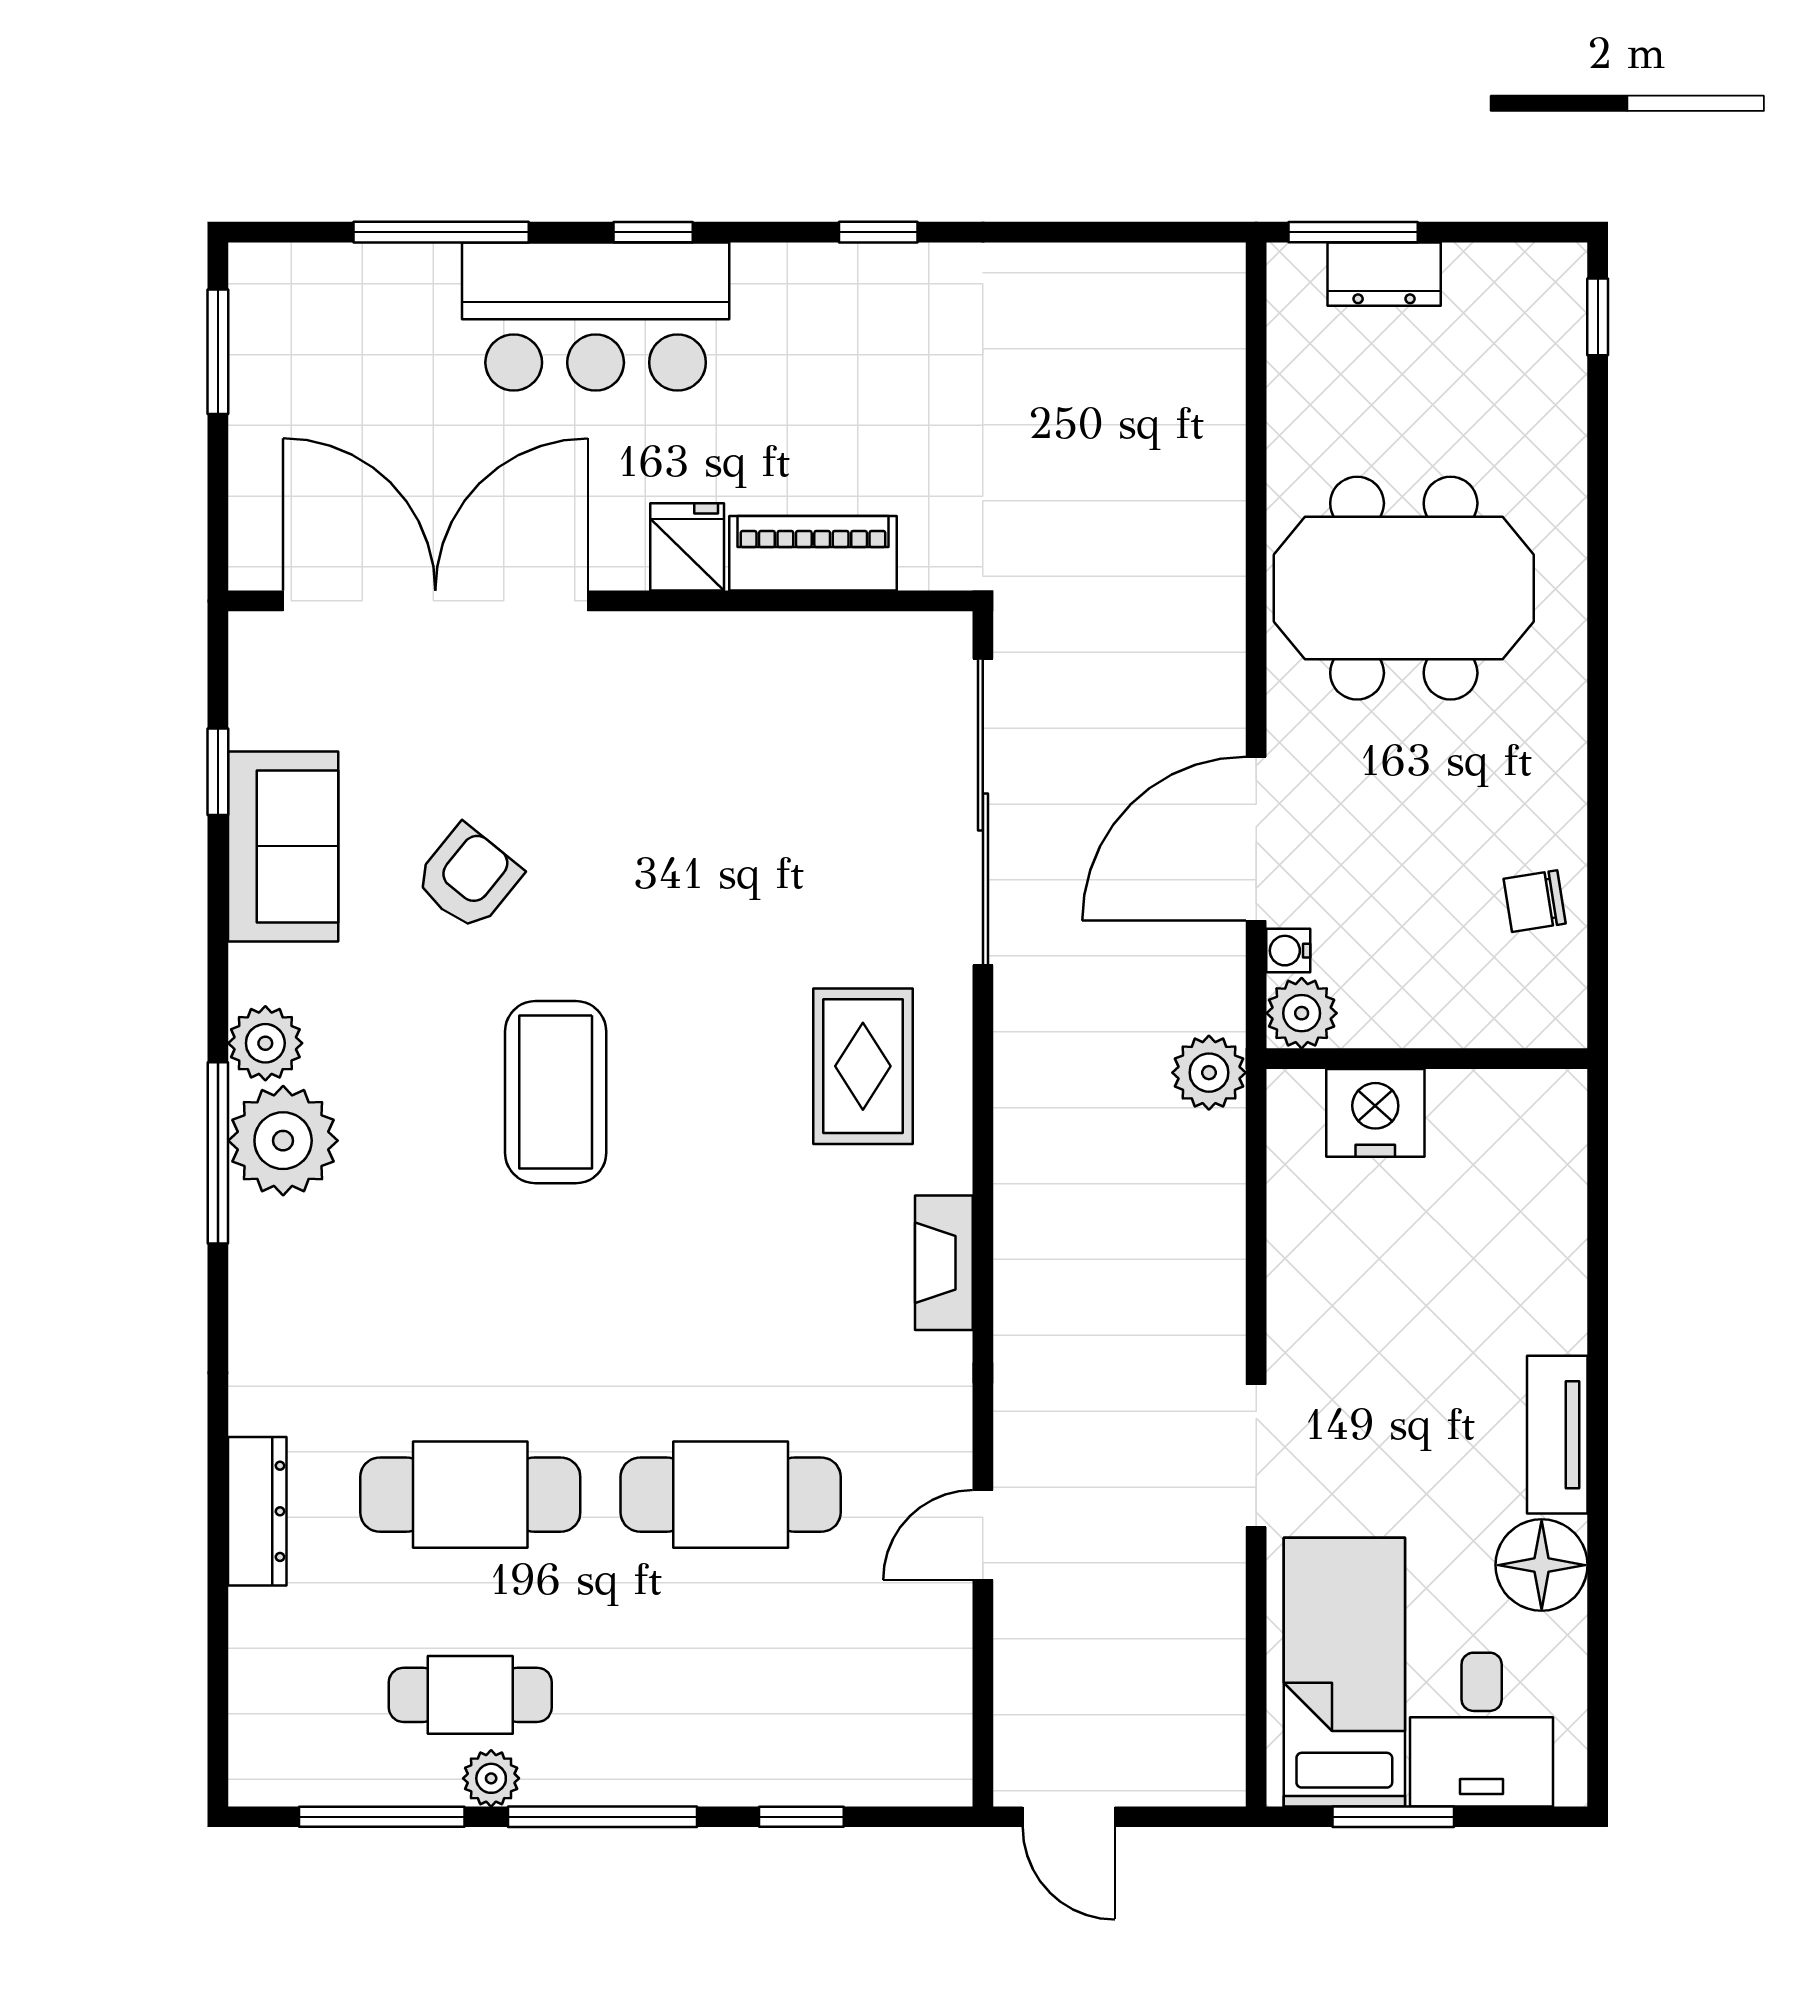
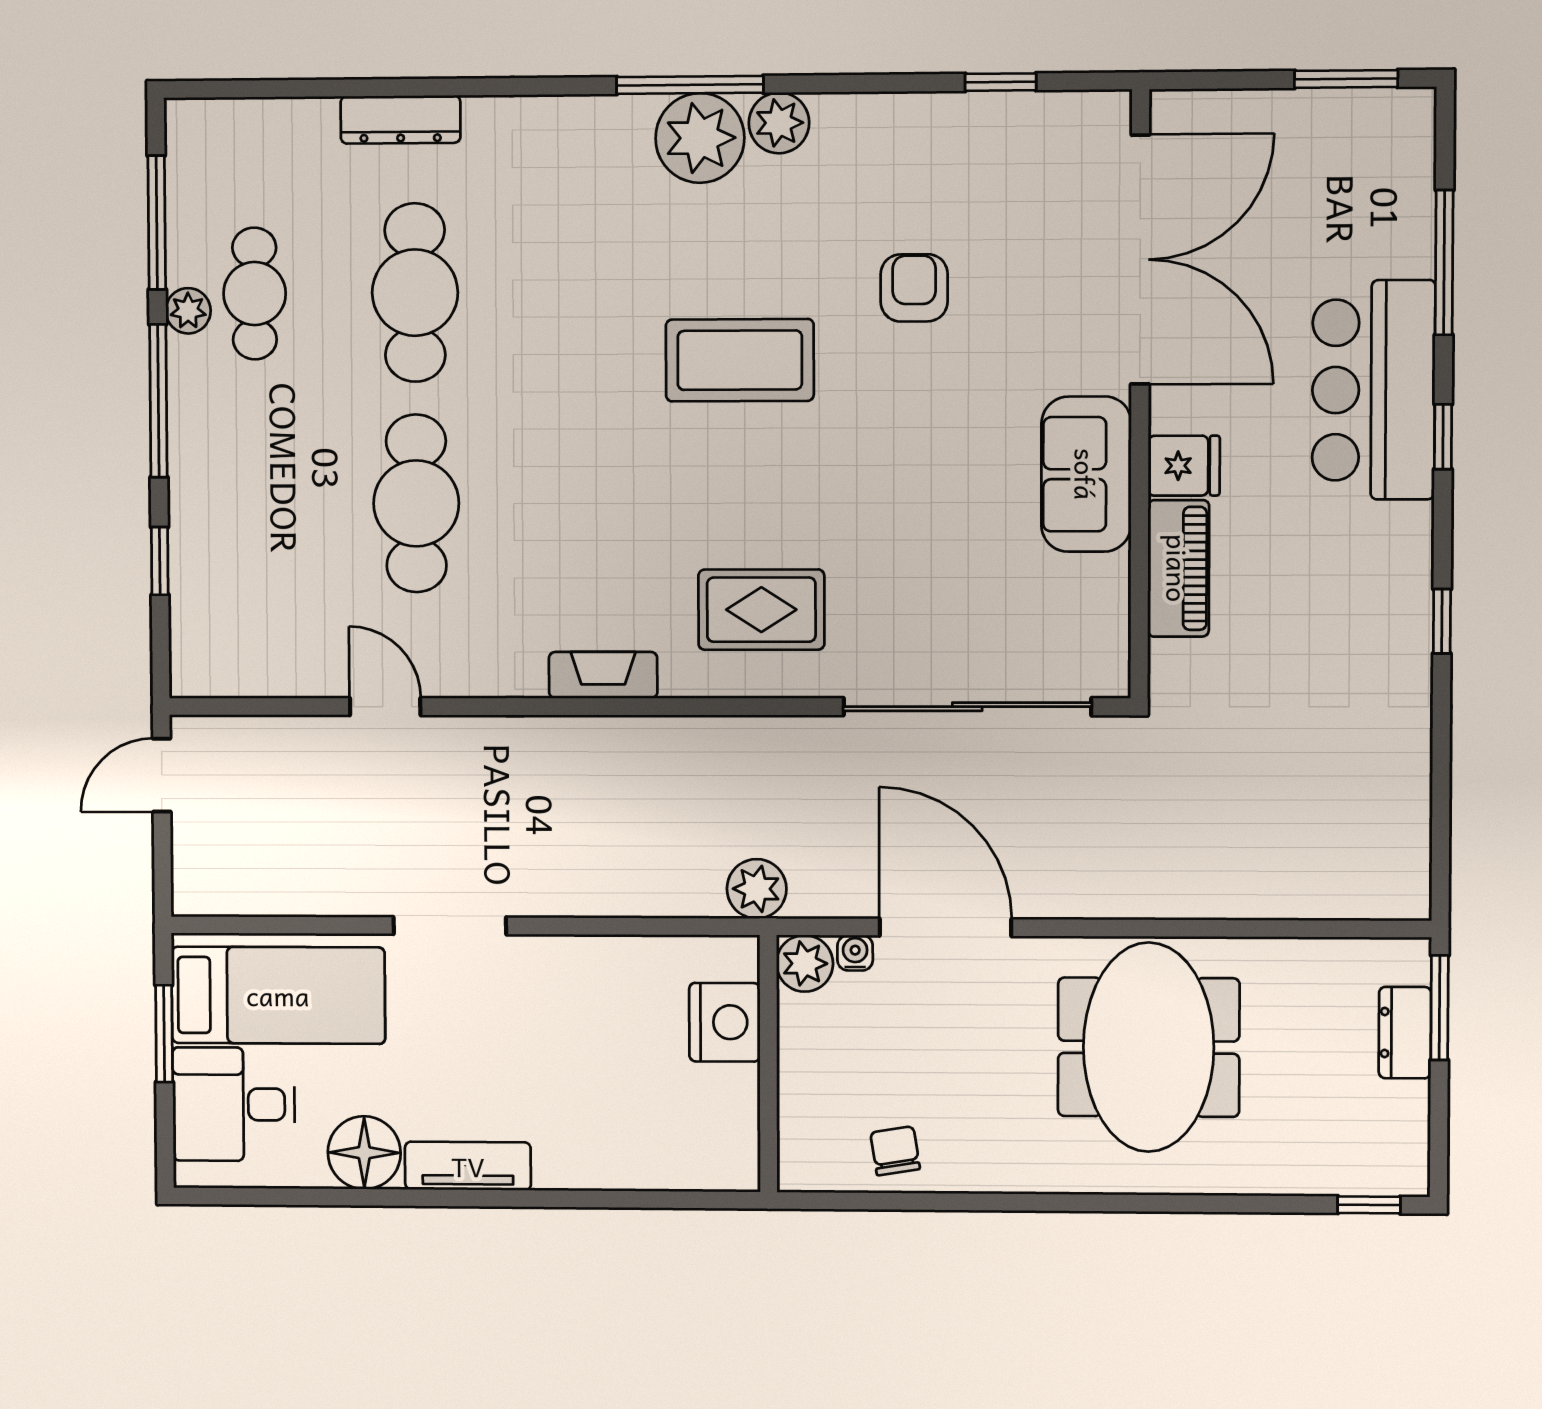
sofa: (283, 846) -> (1086, 474), moved, turned 90
armchair: (468, 877) -> (914, 288), turned -129

